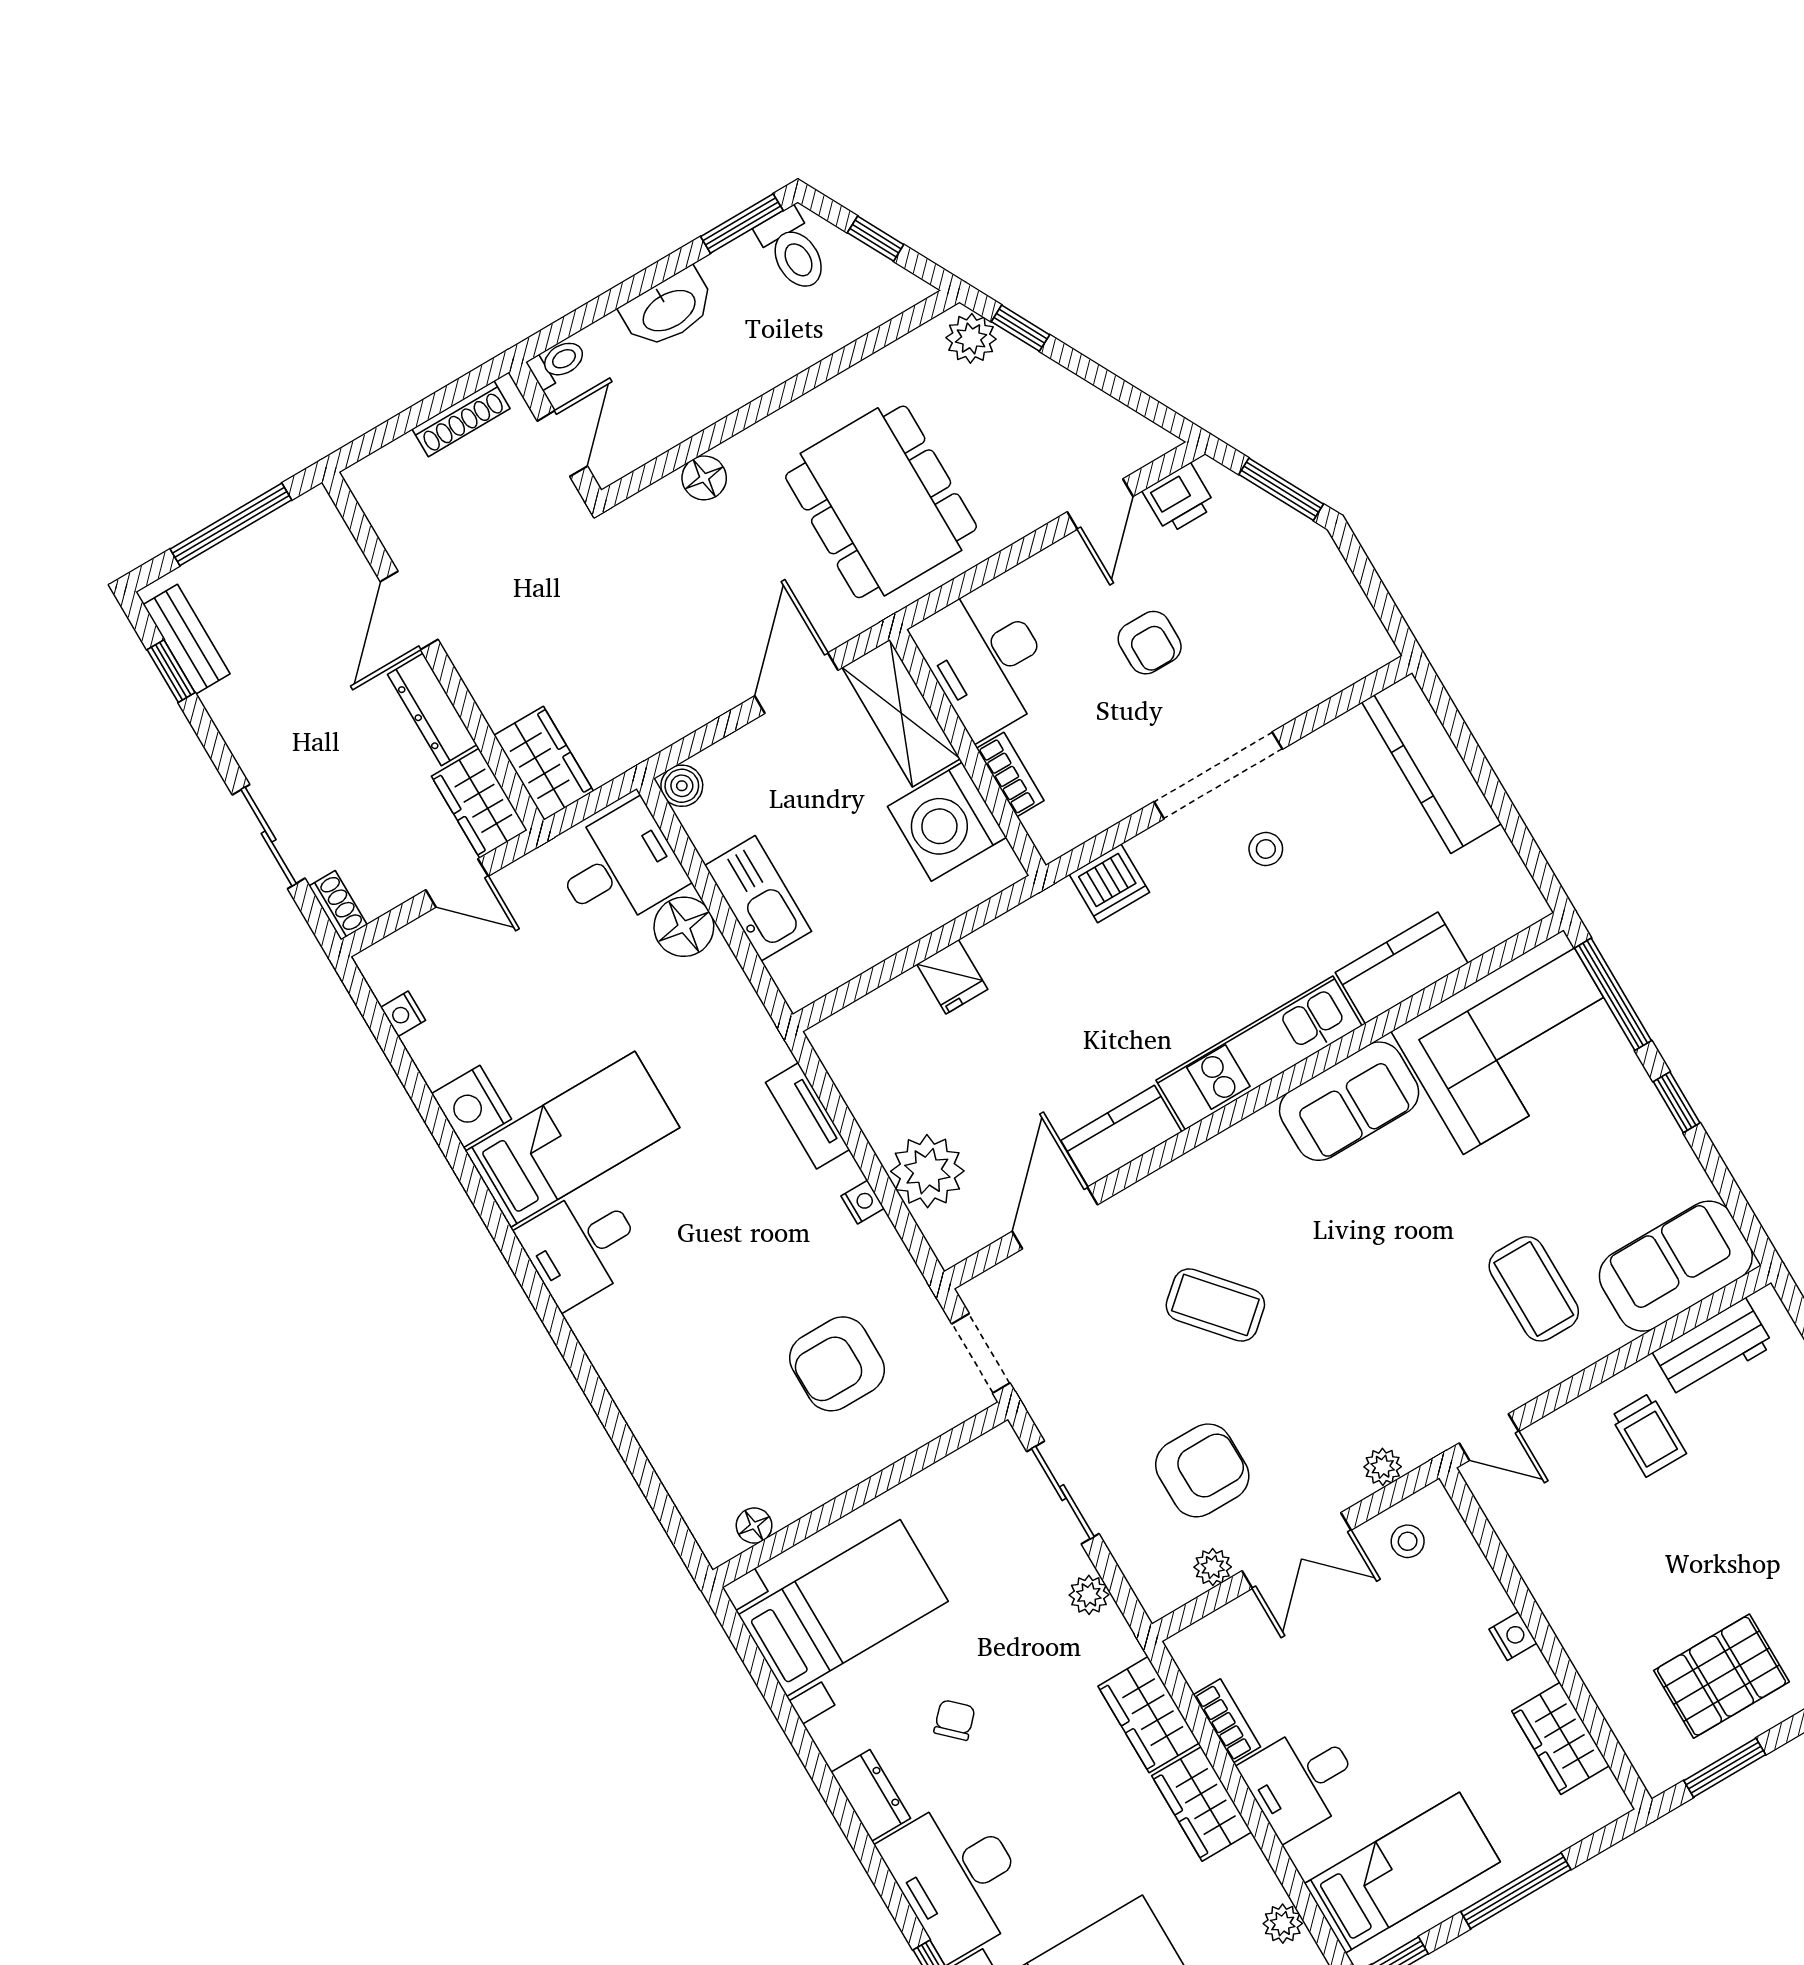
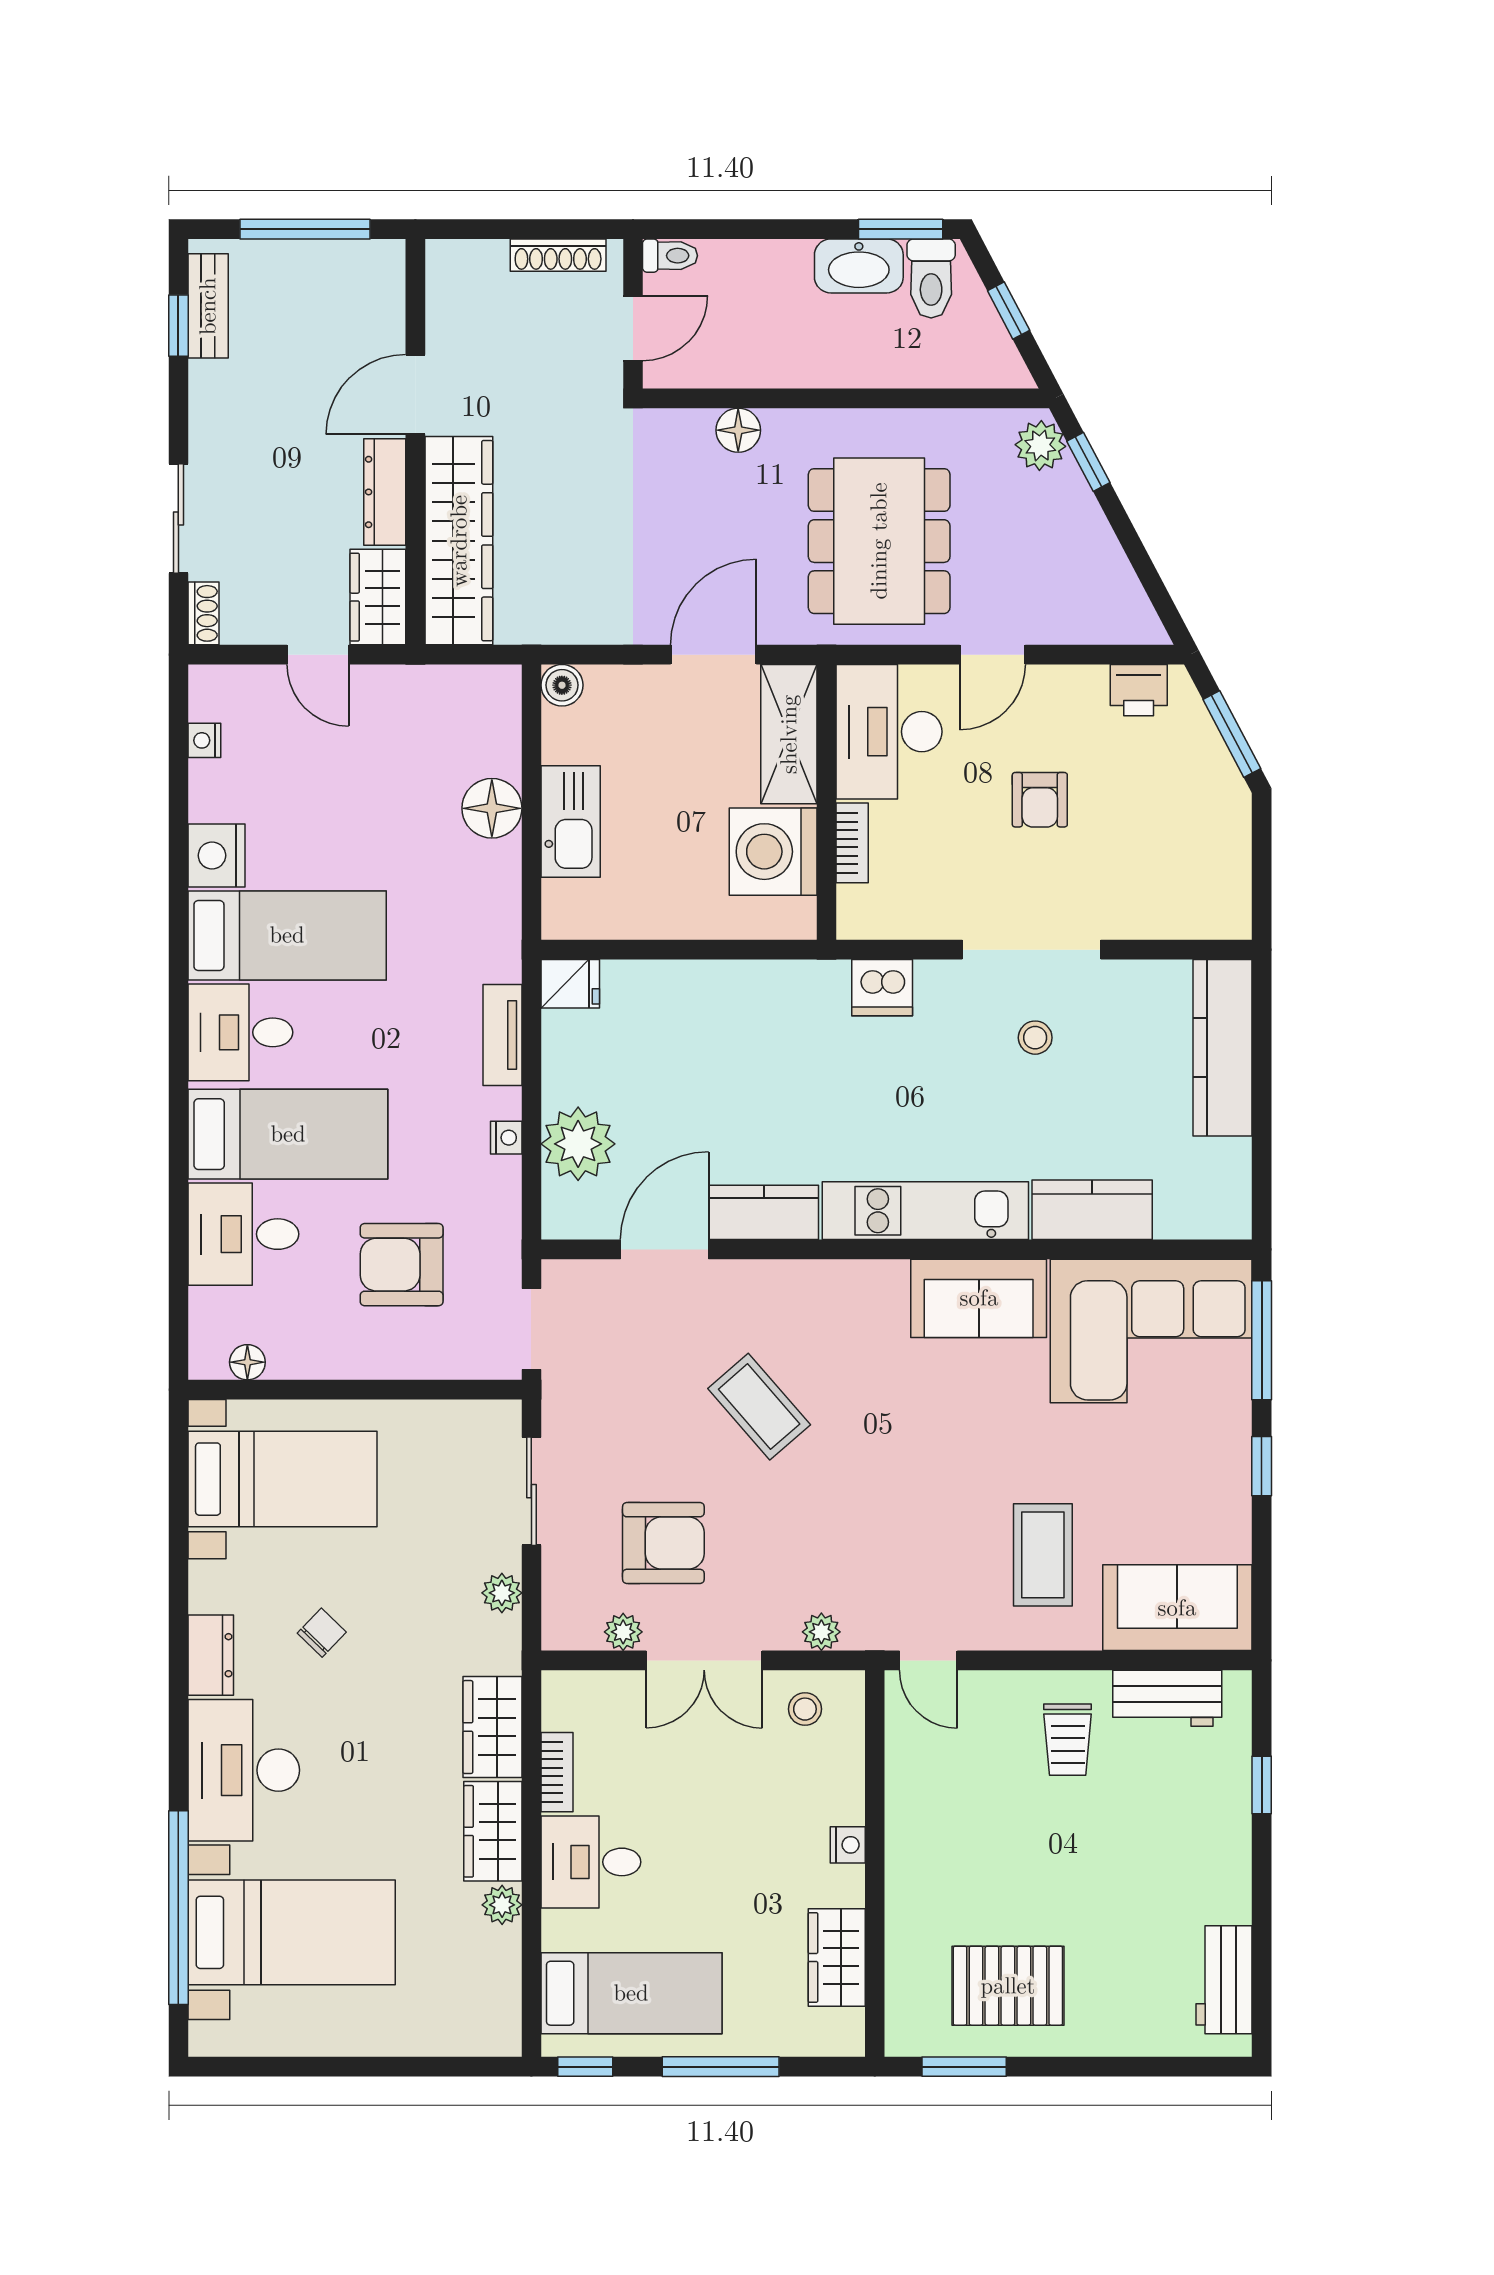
washbasin: (668, 309) -> (859, 266), moved
door: (1100, 504) -> (993, 655), moved
wardrobe: (544, 763) -> (459, 541), width x2.10, depth x1.17
desk: (619, 867) -> (243, 1234), moved, turned 180
fridge: (952, 977) -> (570, 984), moved, turned -90
bed: (674, 1309) -> (288, 1134), added
plant: (1283, 1924) -> (502, 1905), moved

